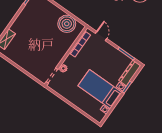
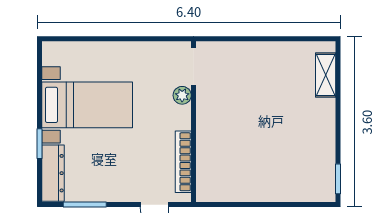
boiler: (67, 24) -> (234, 182), removed

